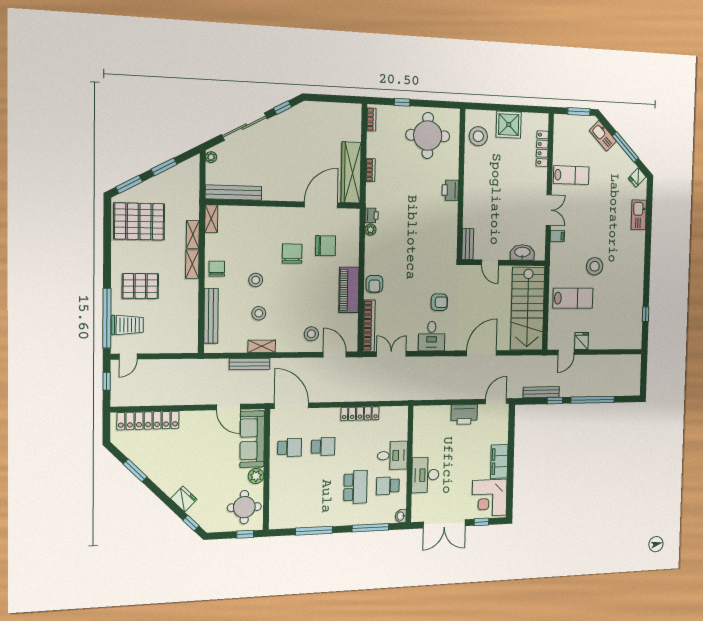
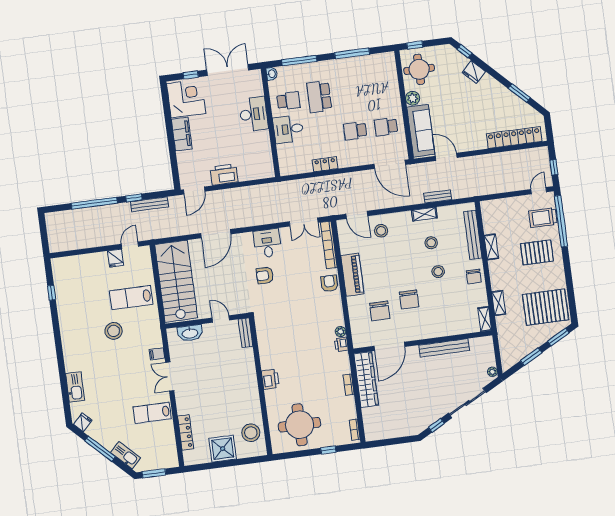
bench: (234, 193) -> (444, 348), moved
chair: (326, 246) -> (380, 311), turned -90
shelving: (192, 264) -> (491, 247), moved
bench: (250, 364) -> (438, 196), width x0.73
locker: (360, 414) -> (325, 164), width x0.66

